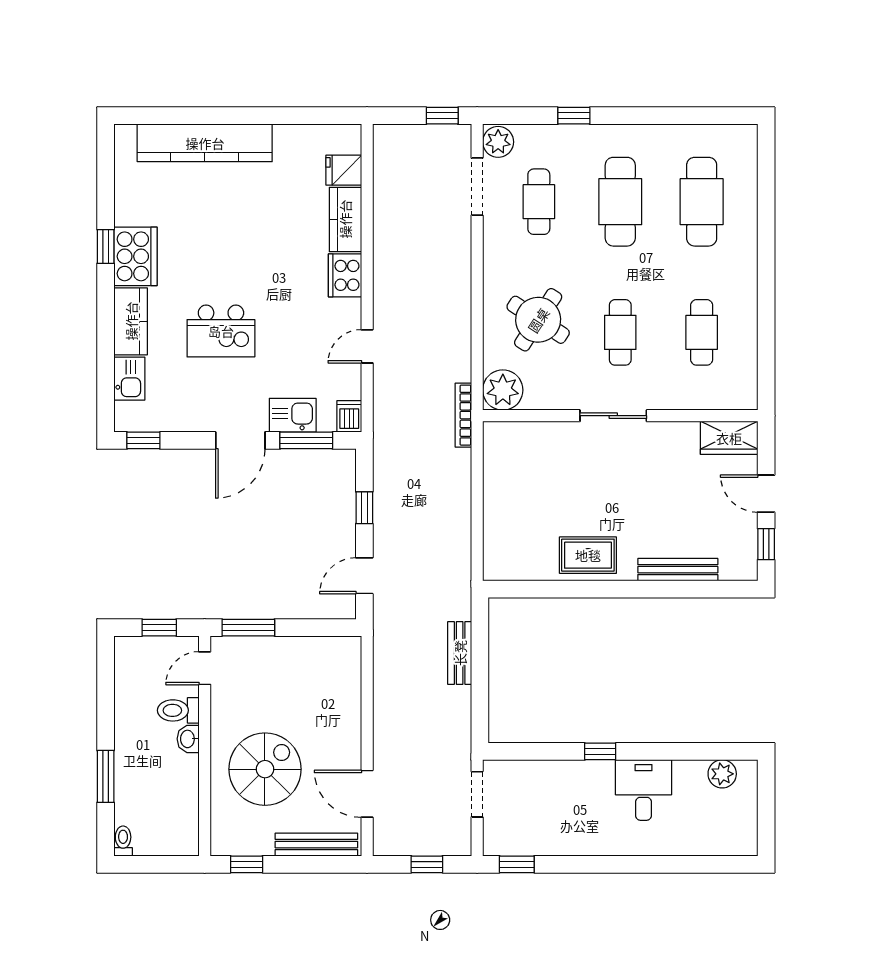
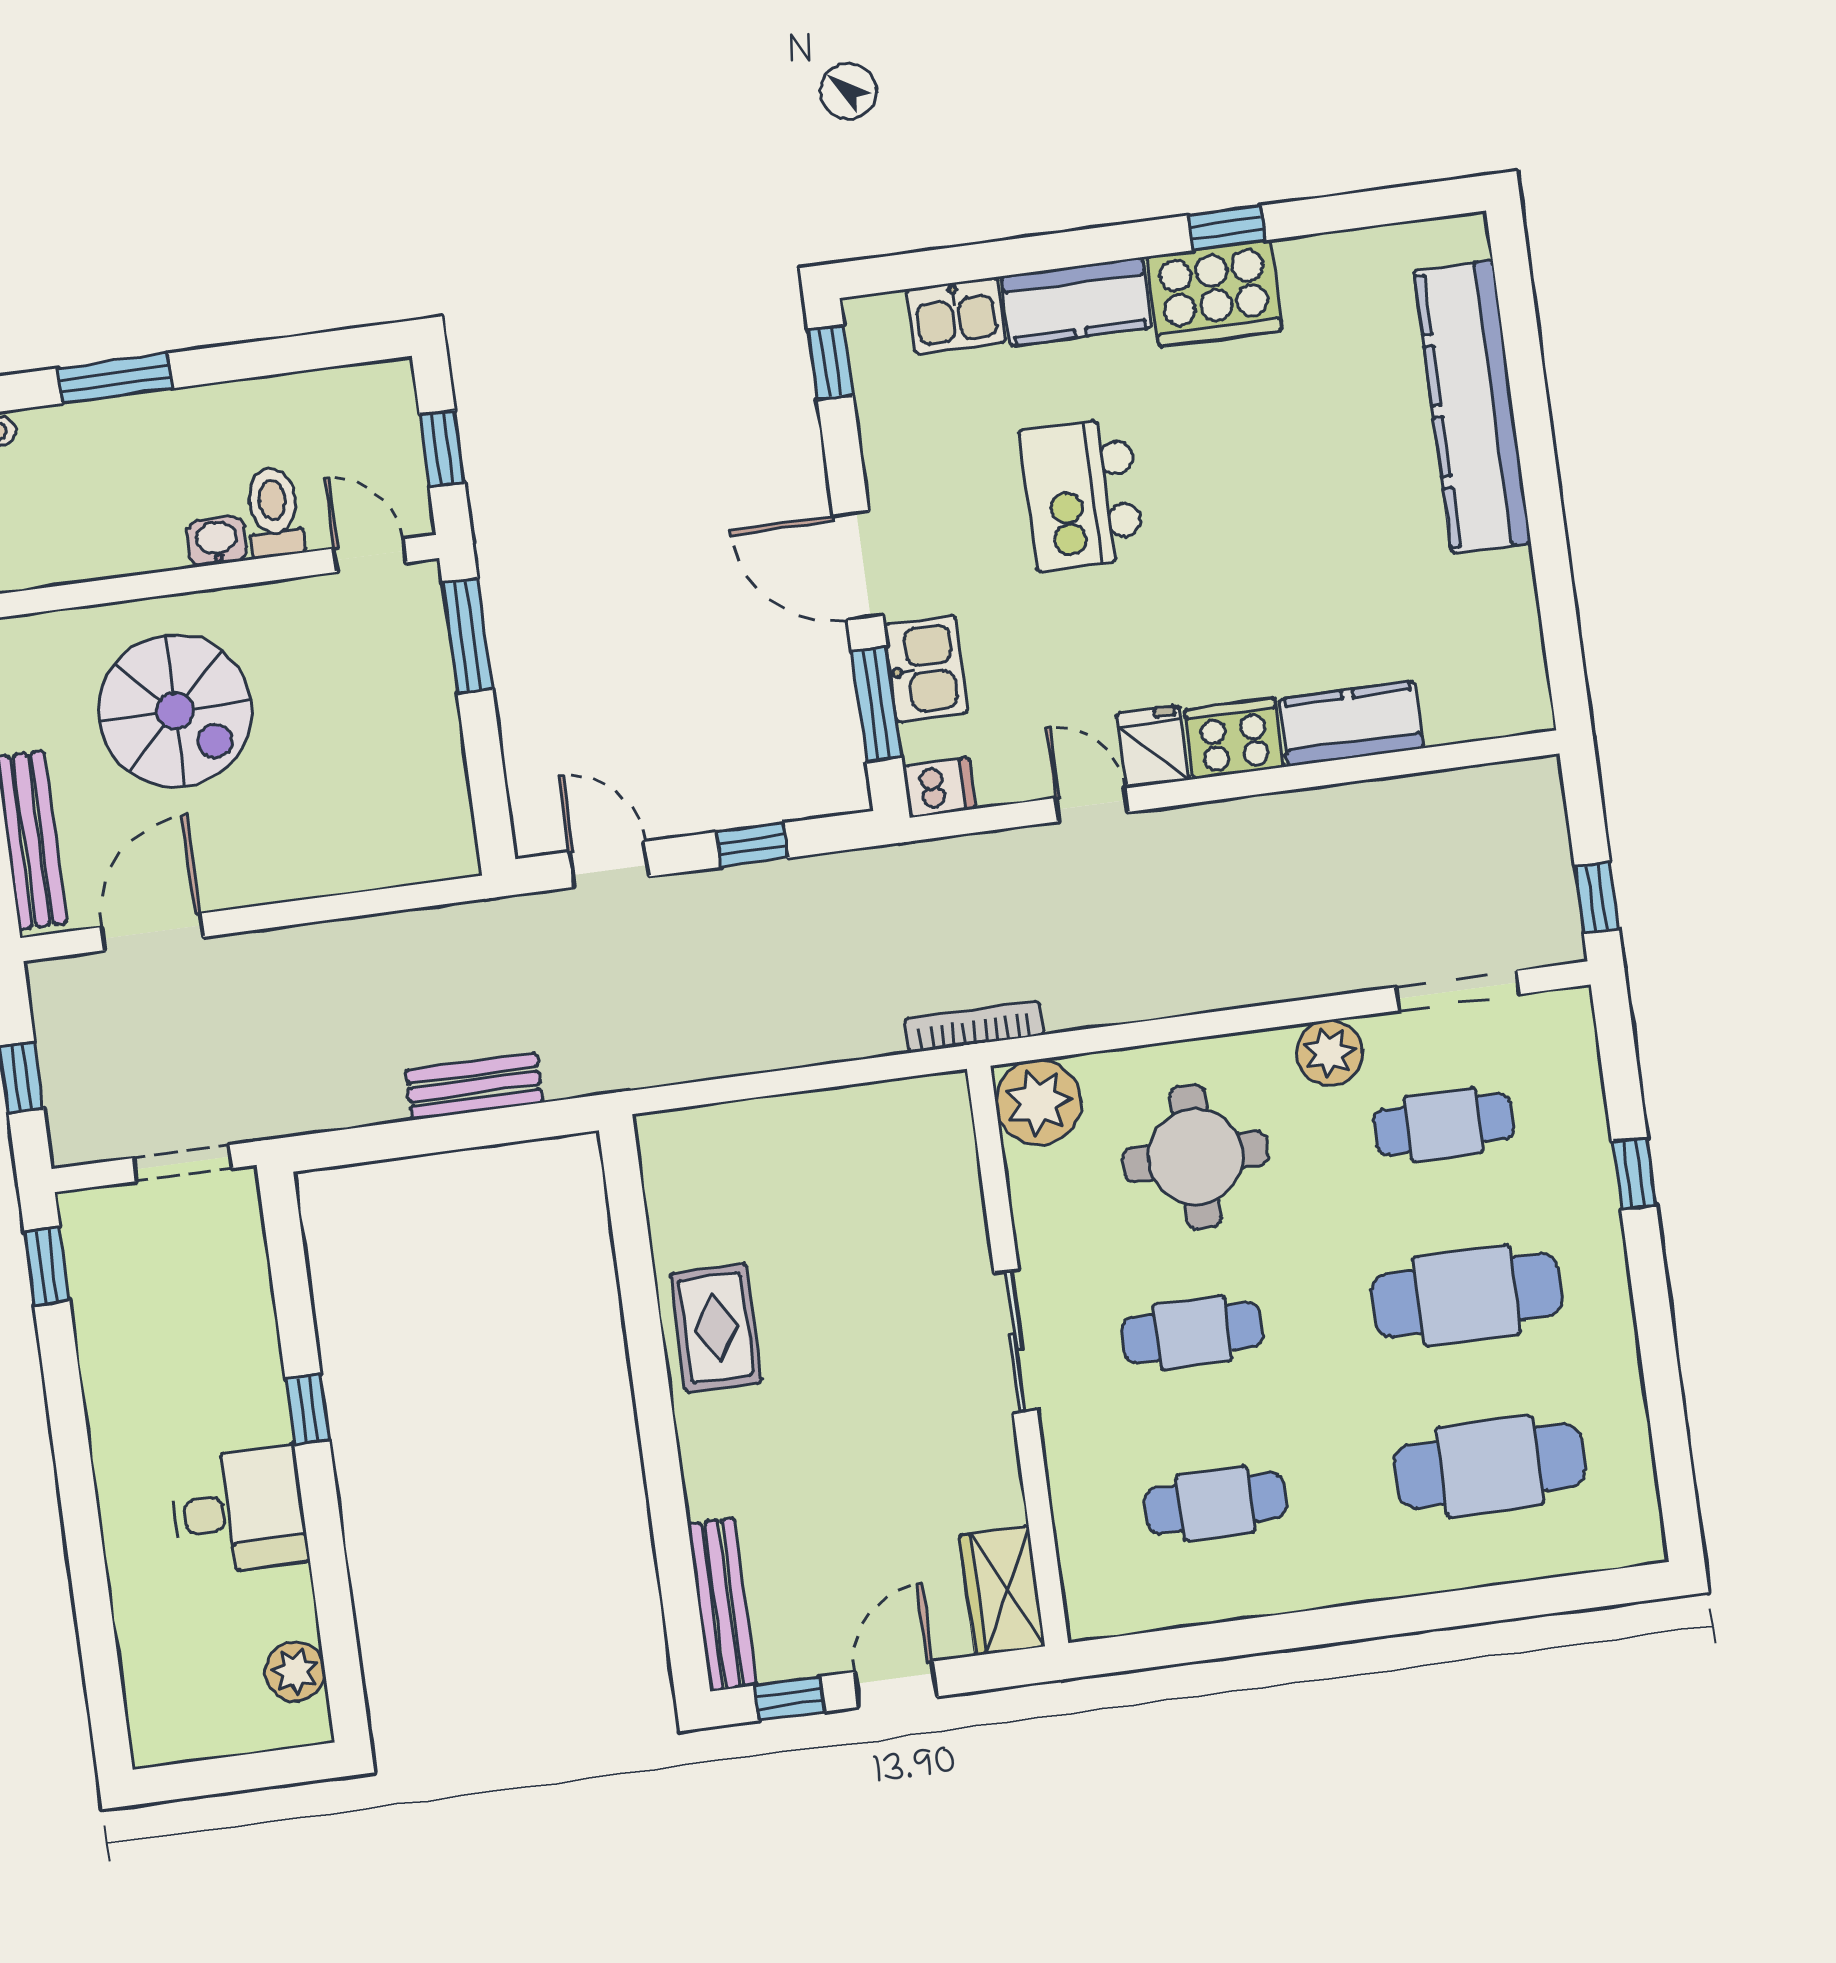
plant: (498, 142) -> (1329, 1053), moved
fridge: (344, 170) -> (1153, 747), moved
round table: (538, 320) -> (1196, 1157), turned -33
bench: (678, 570) -> (722, 1604), moved

